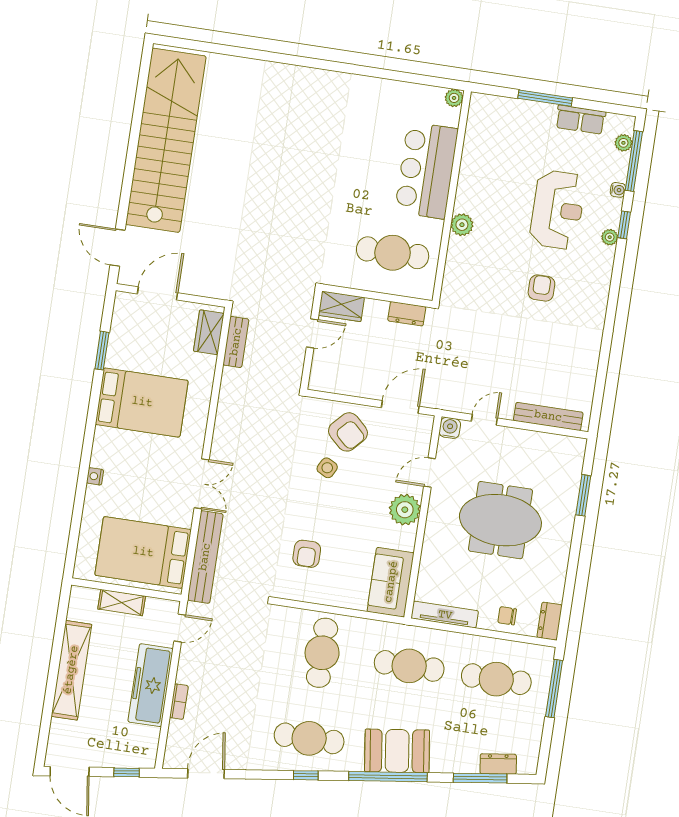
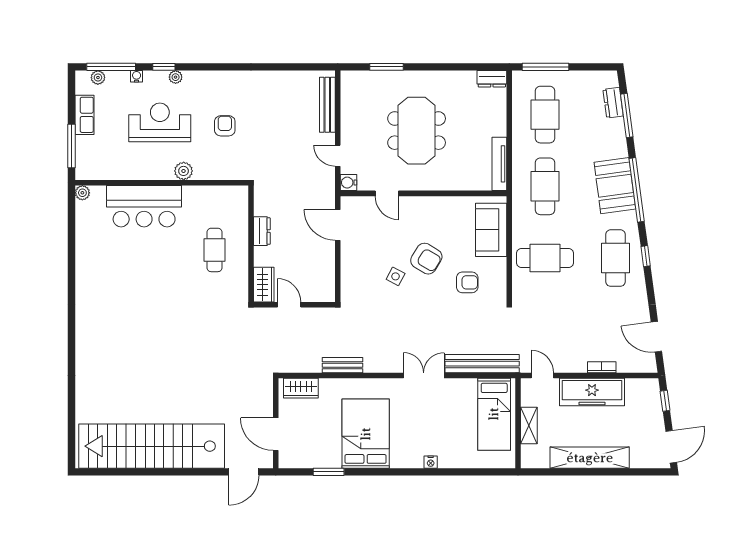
plant: (454, 98) -> (82, 193), moved
bar counter: (426, 170) -> (144, 206), moved
wall: (452, 196) -> (162, 183), moved
plant: (462, 225) -> (184, 171), moved
cafe table: (393, 253) -> (214, 250), width x0.73, depth x0.74
armchair: (541, 288) -> (225, 126), turned 90
bench: (236, 342) -> (342, 365), moved
armchair: (348, 432) -> (426, 259), moved, turned 78
plant: (405, 510) -> (420, 209), removed
bed: (143, 552) -> (494, 414), width x0.67
sofa: (391, 582) -> (491, 230), moved, turned 90
chair: (507, 616) -> (493, 114), removed

